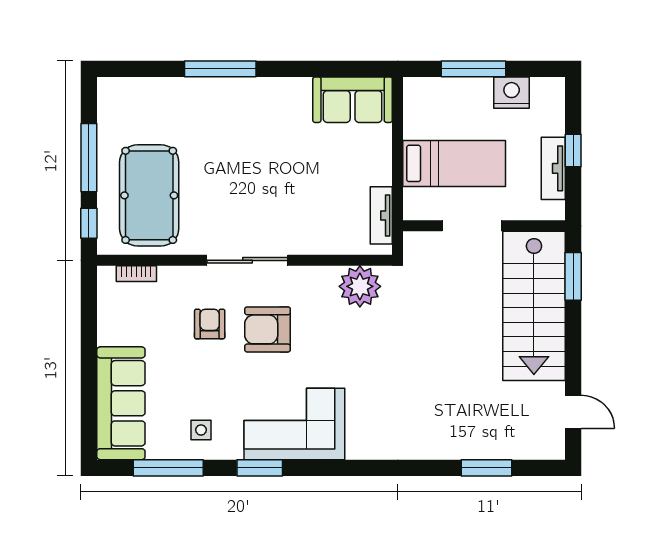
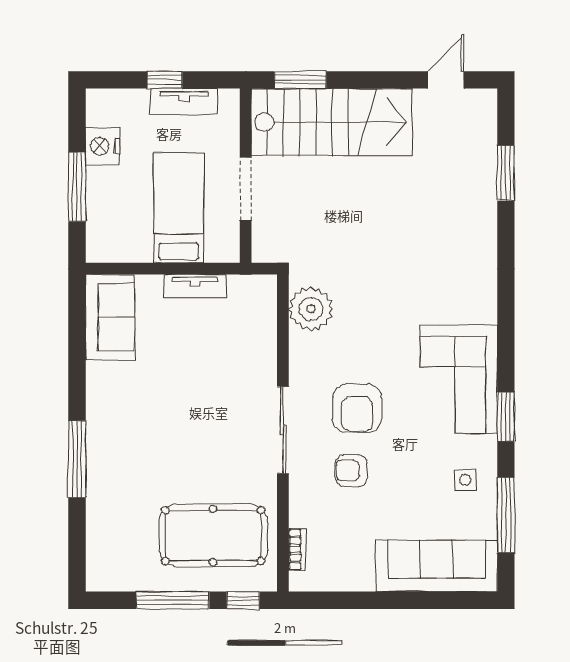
tv unit: (381, 215) -> (195, 286), moved

